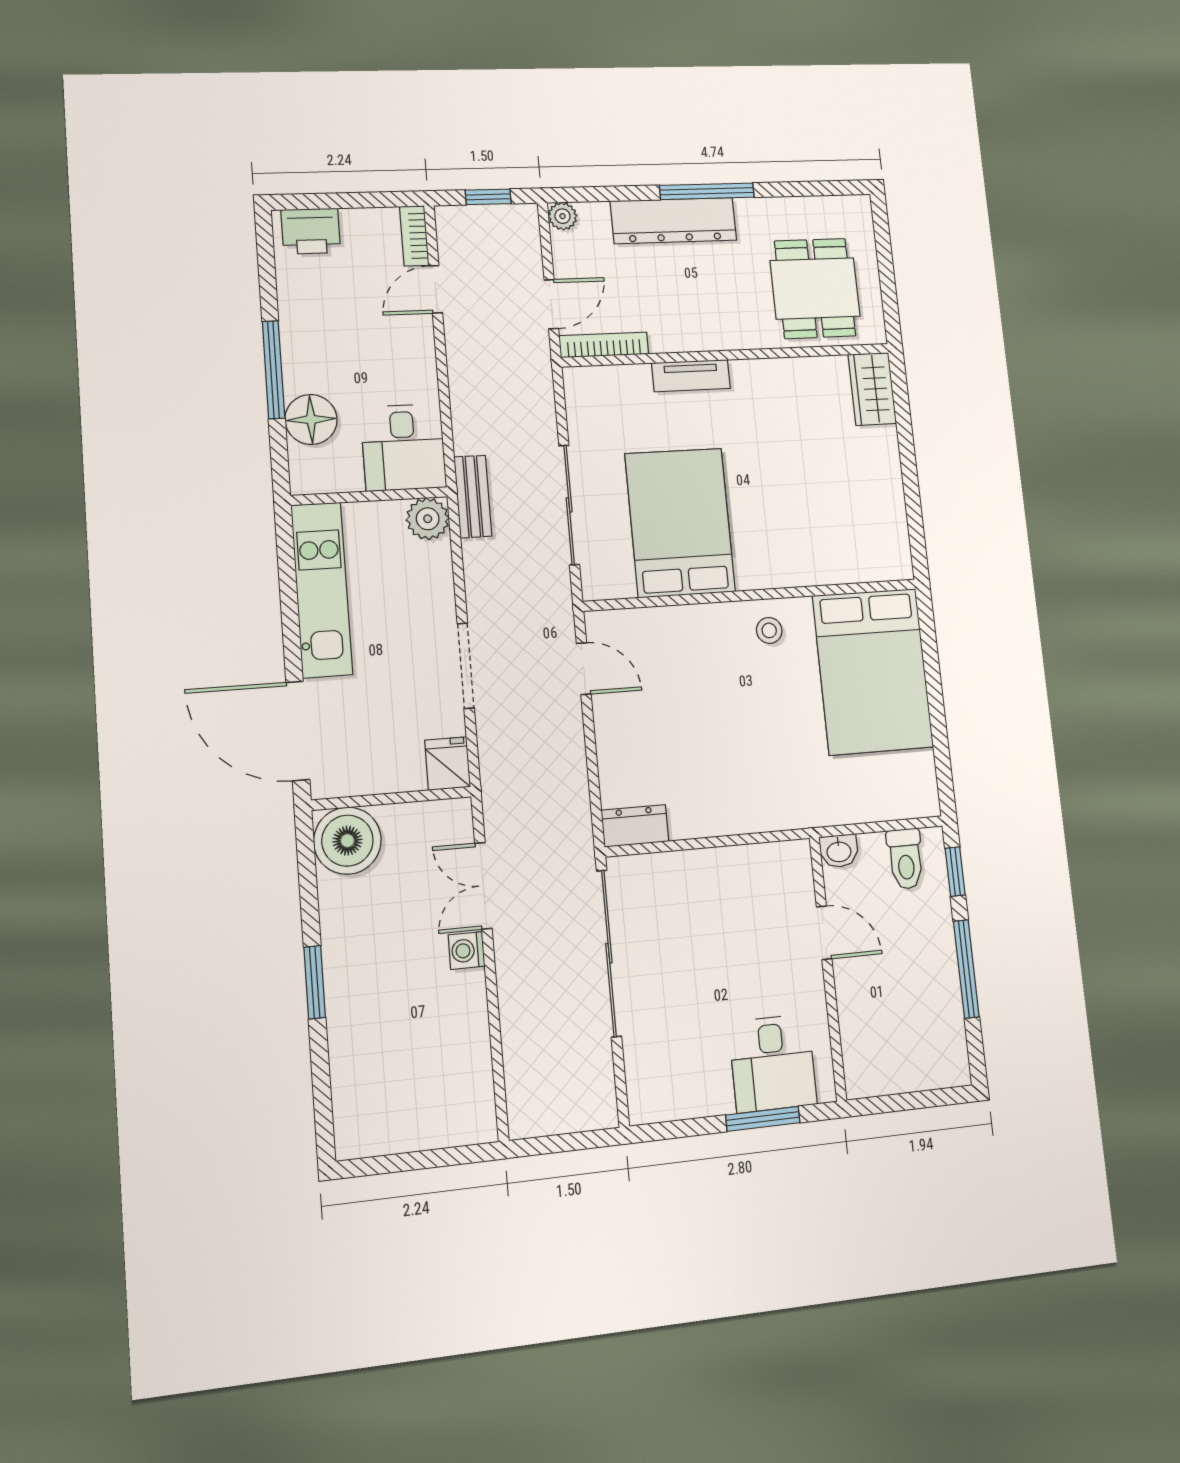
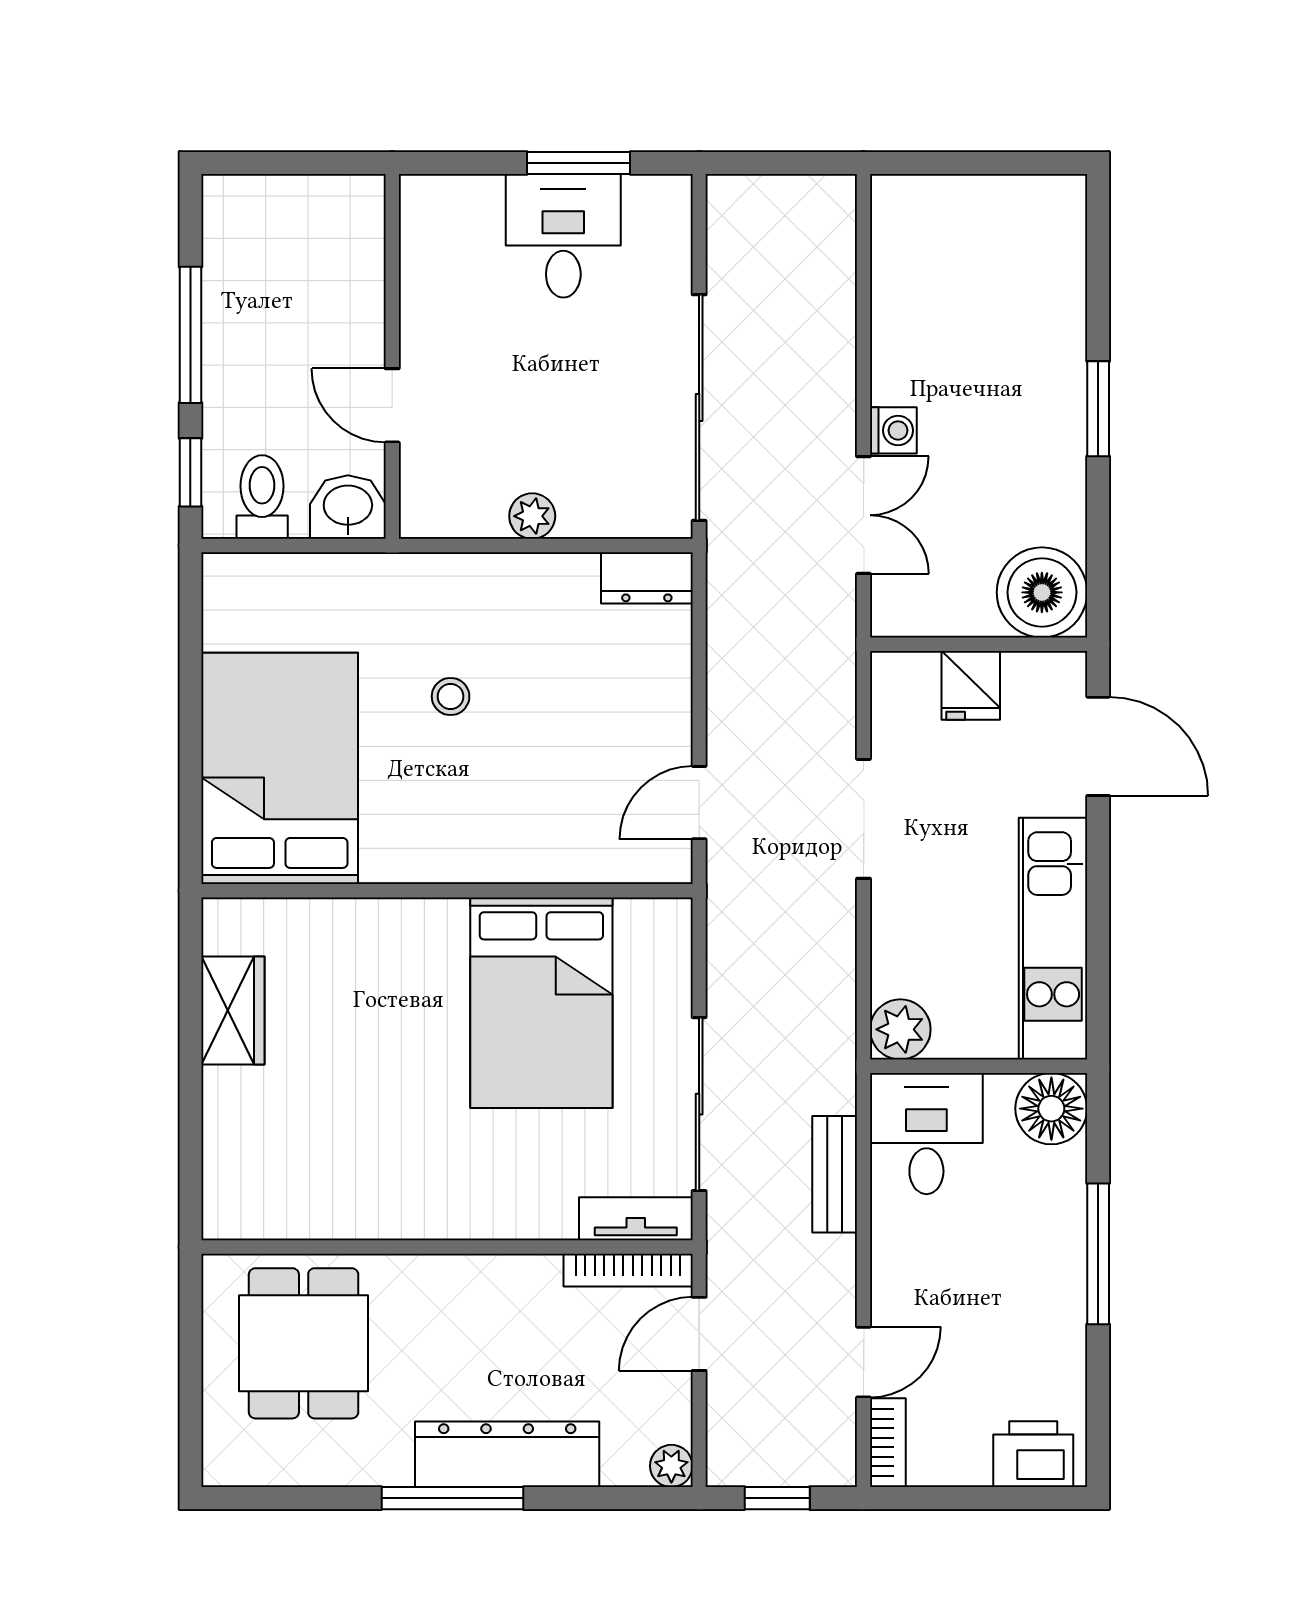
tv unit: (691, 376) -> (636, 1219), moved
wardrobe: (872, 389) -> (233, 1010), moved
floor lamp: (311, 419) -> (1051, 1109), moved
bench: (473, 496) -> (835, 1174), moved
sliding door: (569, 505) -> (699, 1104), moved
stool: (769, 630) -> (451, 696), moved
door: (584, 669) -> (699, 803), hinge flipped
door: (298, 731) -> (1098, 746), width x0.73
fridge: (448, 764) -> (971, 685), moved
washbasin: (839, 851) -> (348, 507), width x1.38, depth x1.45
plant: (719, 863) -> (532, 516), added
desk: (773, 1063) -> (563, 236), moved
window: (763, 1119) -> (579, 163), moved

